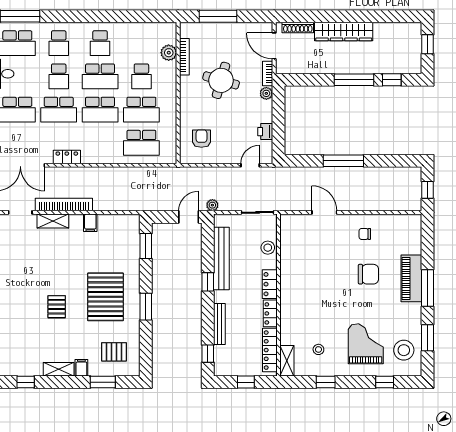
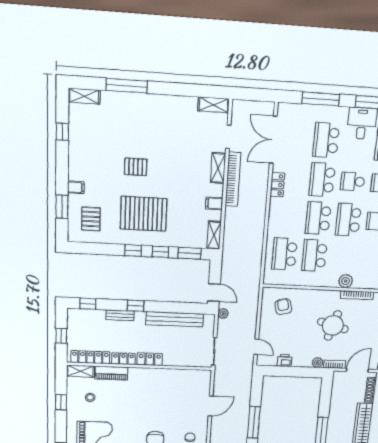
plant: (169, 53) -> (346, 281), moved
school desk: (141, 76) -> (344, 257), removed
armchair: (201, 139) -> (283, 307), turned -103
stool: (268, 248) -> (182, 359), removed
window: (146, 277) -> (160, 252), added
window: (208, 282) -> (135, 306), moved
window: (146, 307) -> (133, 250), width x0.67
bench: (219, 324) -> (120, 315), width x0.73
piano: (288, 326) -> (111, 373), added
shelving: (59, 369) -> (214, 235), moved

